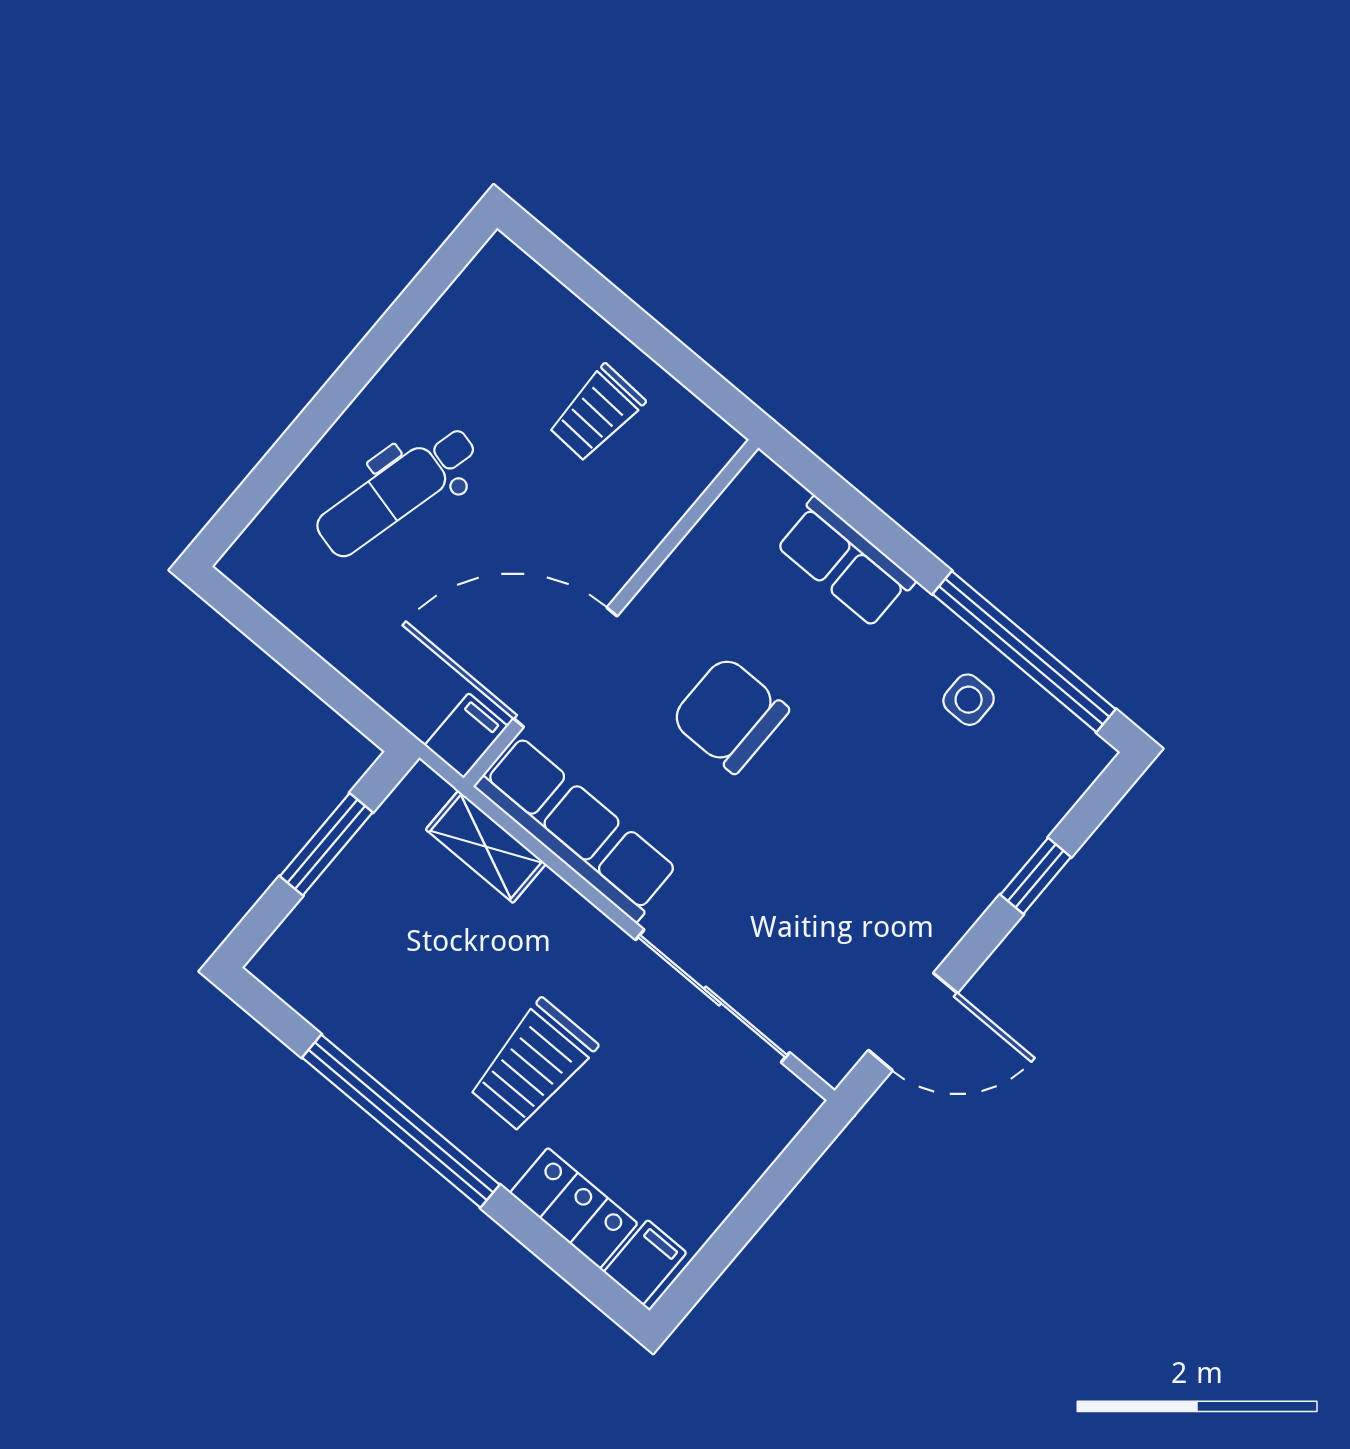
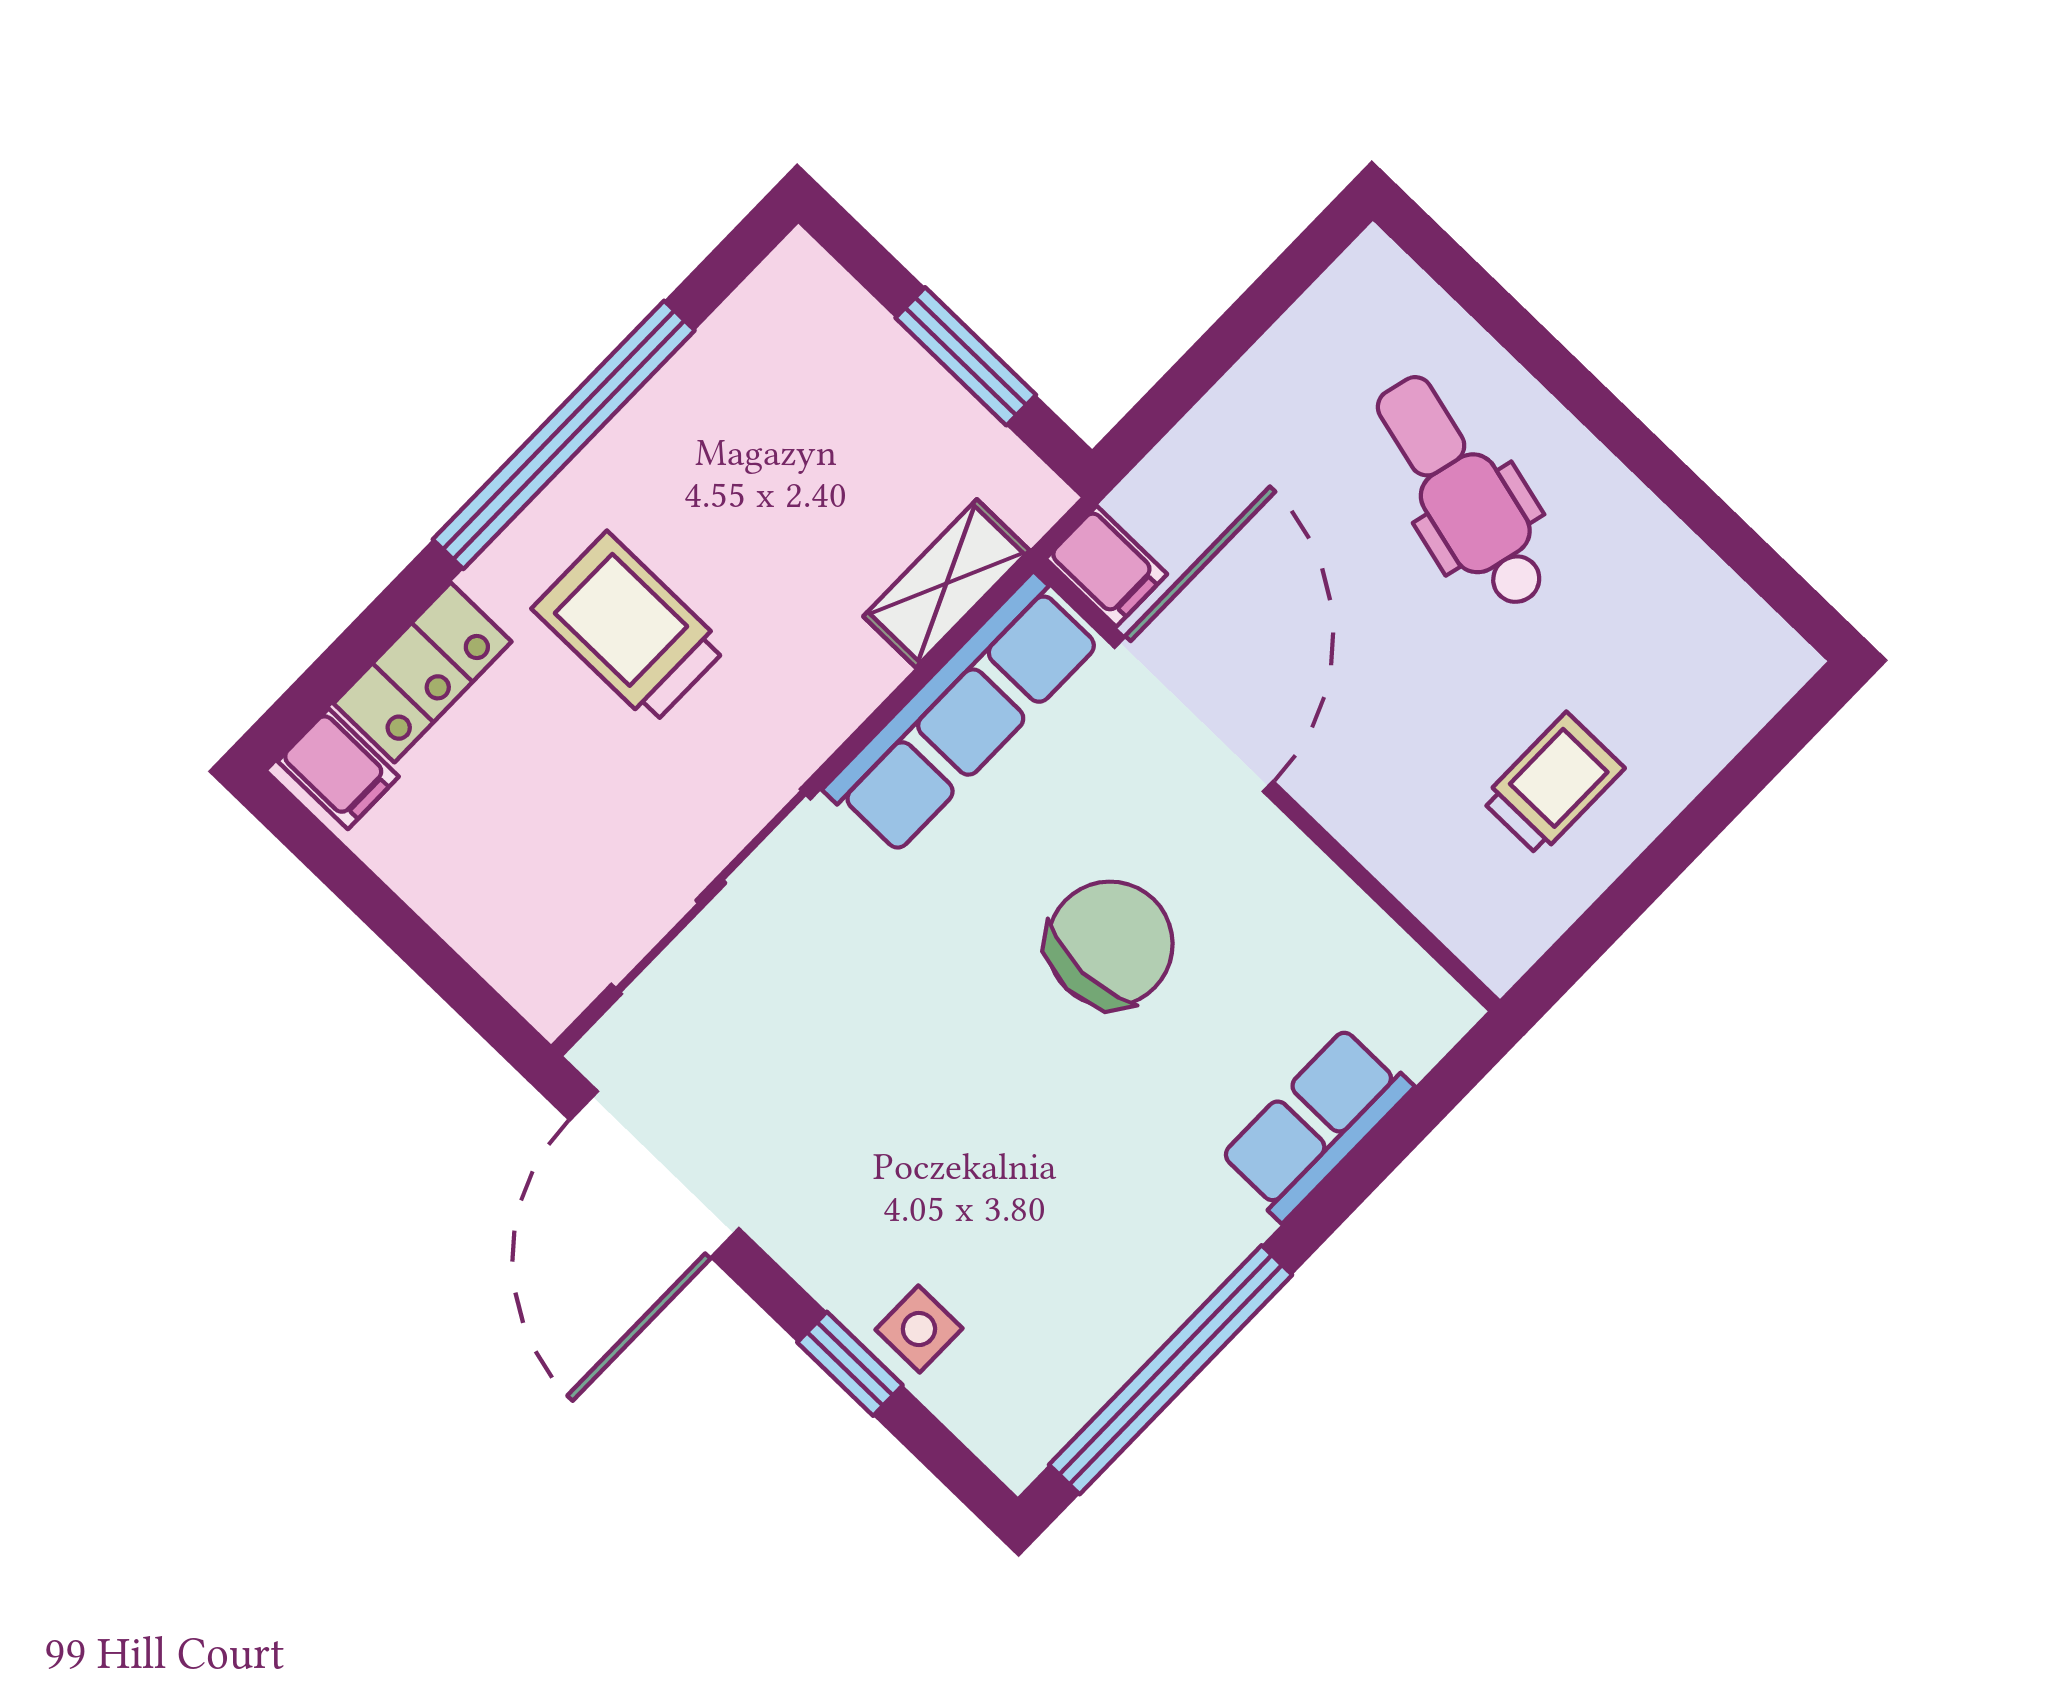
trolley: (596, 413) -> (1553, 784), turned 87
side table: (969, 700) -> (919, 1329), moved
door: (913, 1022) -> (654, 1174), width x1.36

